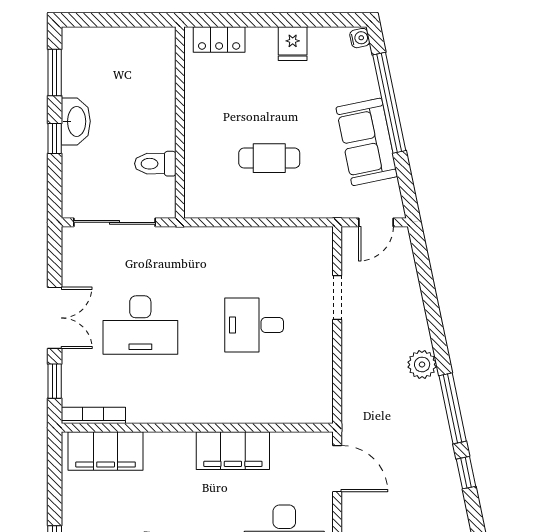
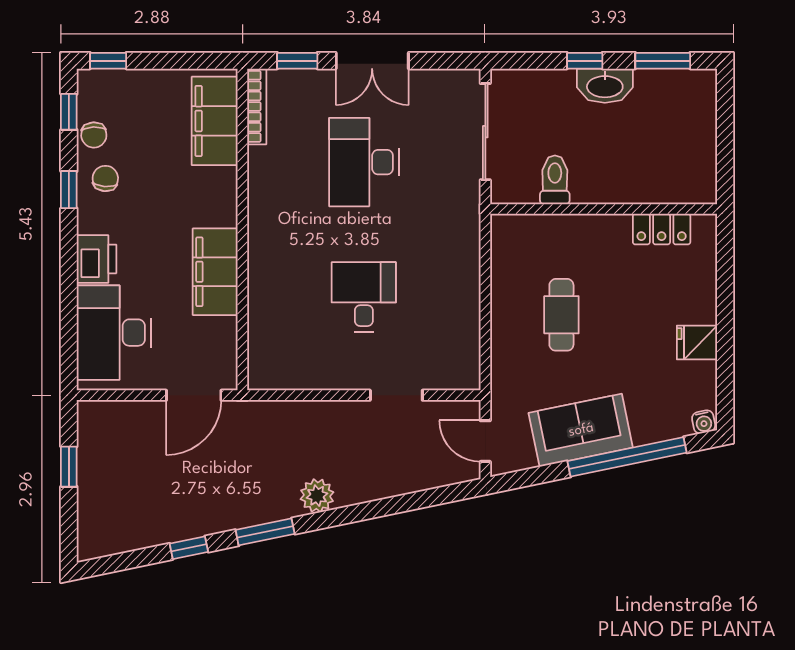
locker: (219, 39) -> (662, 229), moved, turned -90
window: (453, 408) -> (265, 532), width x0.69

